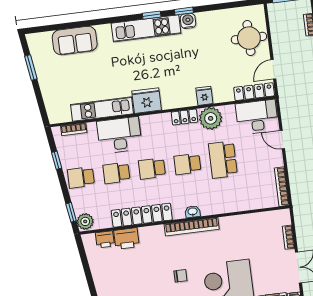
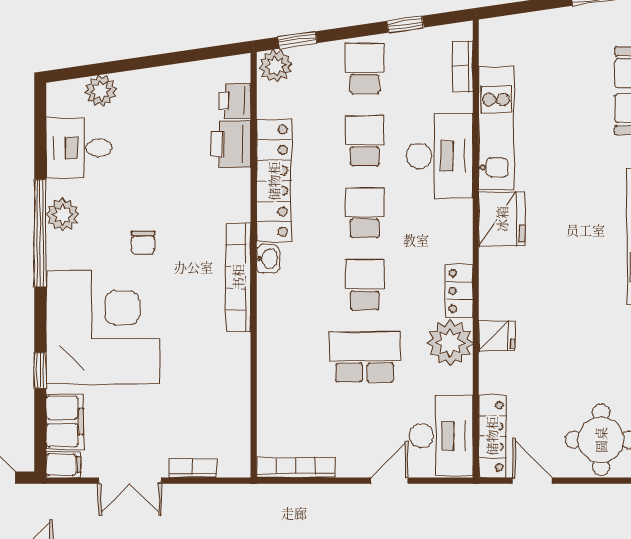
washbasin: (193, 212) -> (268, 259), moved

